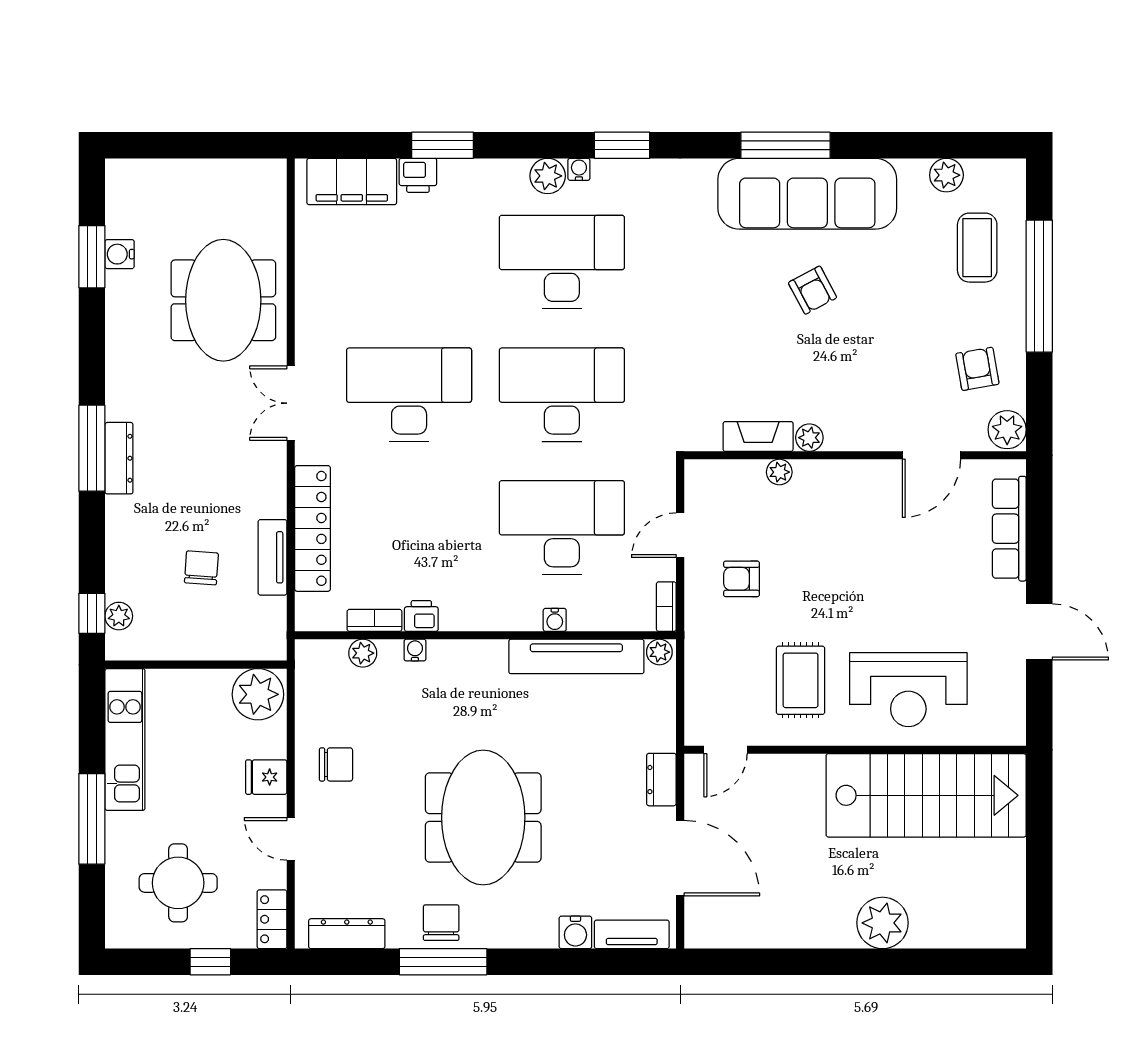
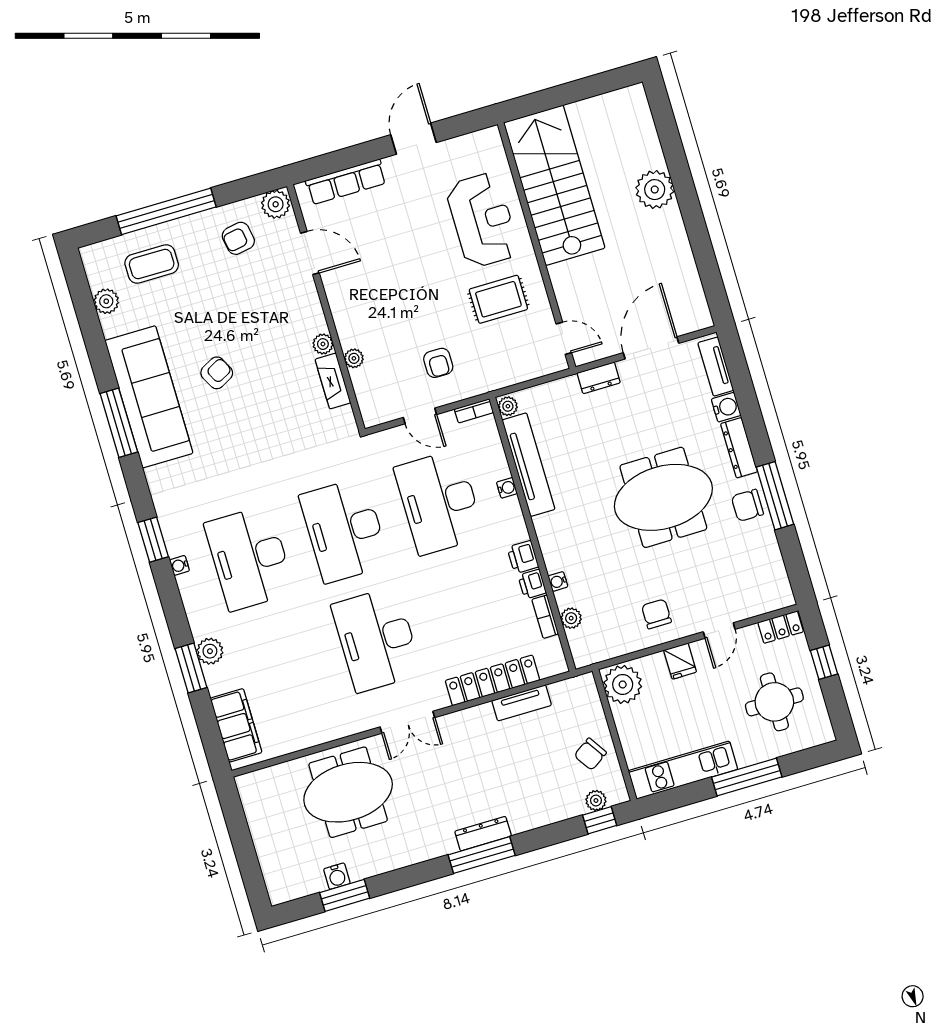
printer: (418, 175) -> (523, 557), moved, turned 180
plant: (548, 176) -> (210, 651), moved
chair: (201, 568) -> (590, 754), moved, turned -38
dresser: (347, 934) -> (739, 448), moved

